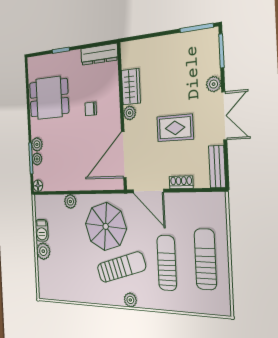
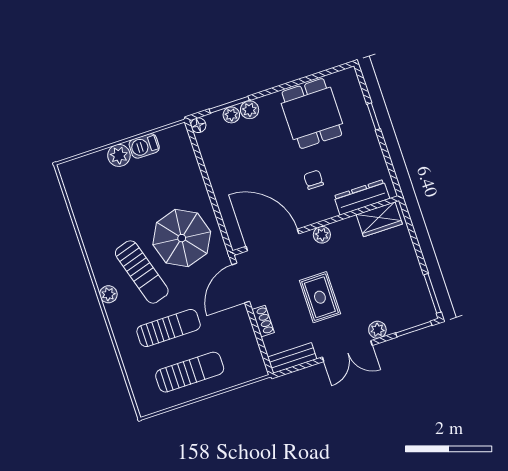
dresser: (99, 54) -> (362, 197), moved, turned 90
wardrobe: (131, 87) -> (379, 219), moved
plant: (70, 201) -> (195, 180), removed

